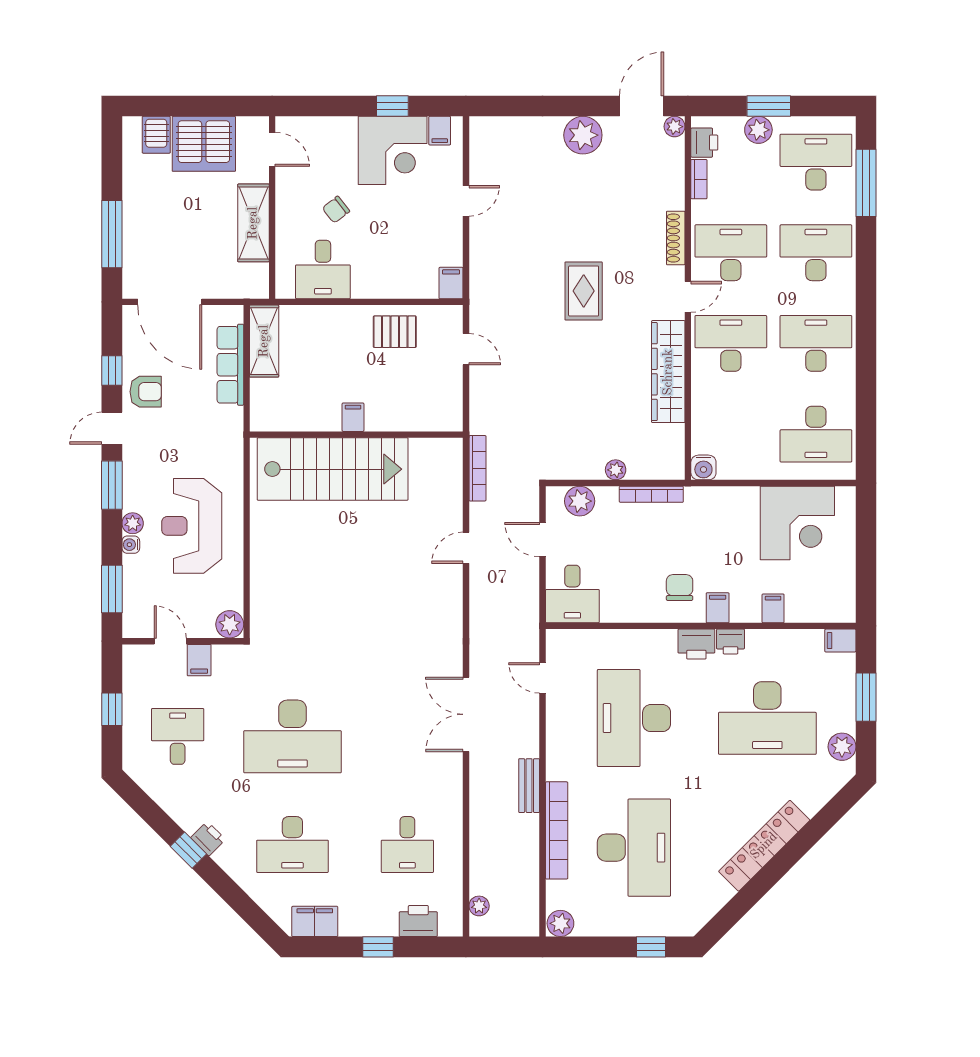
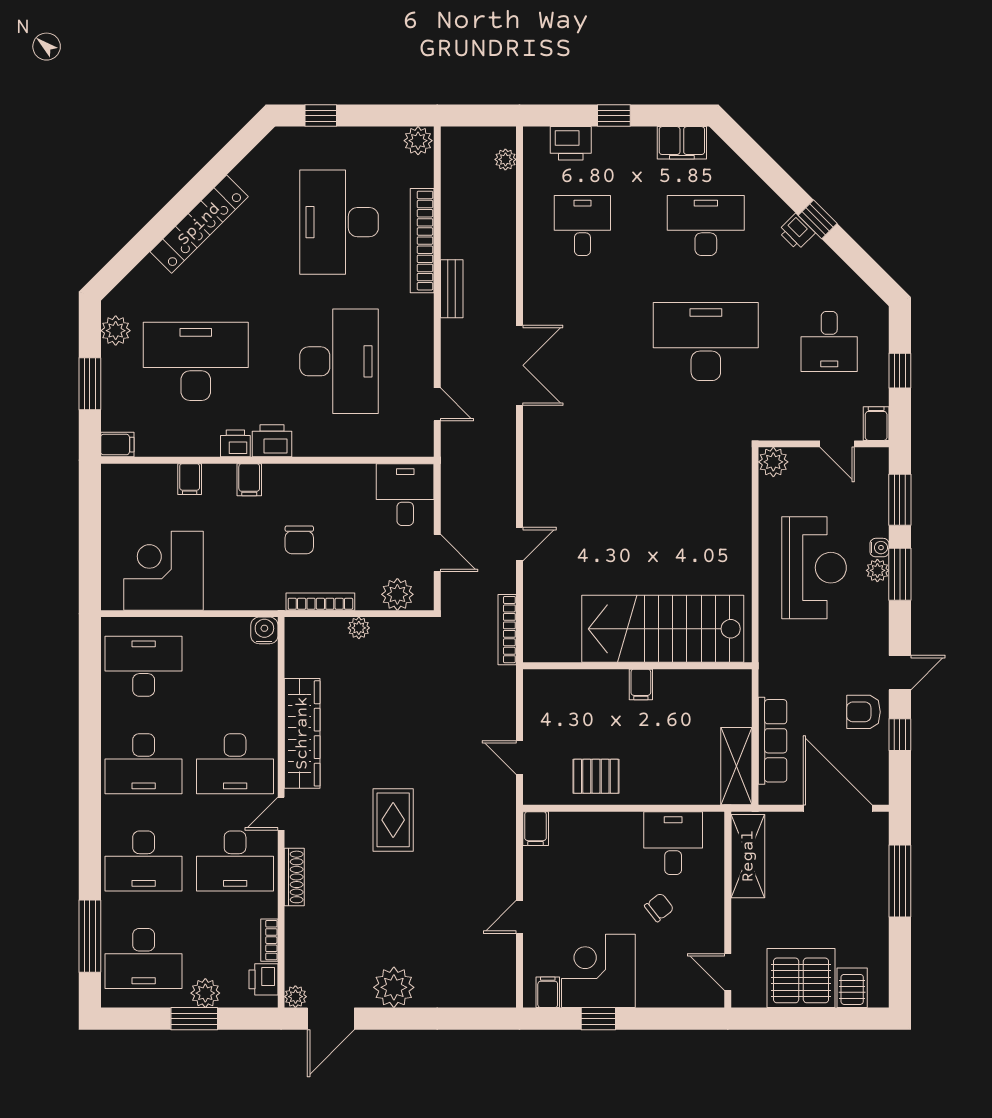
shelving: (253, 223) -> (748, 856), moved
window: (112, 485) -> (900, 574), moved
chair: (680, 588) -> (299, 540), moved
filing cabinet: (199, 660) -> (876, 424), moved

